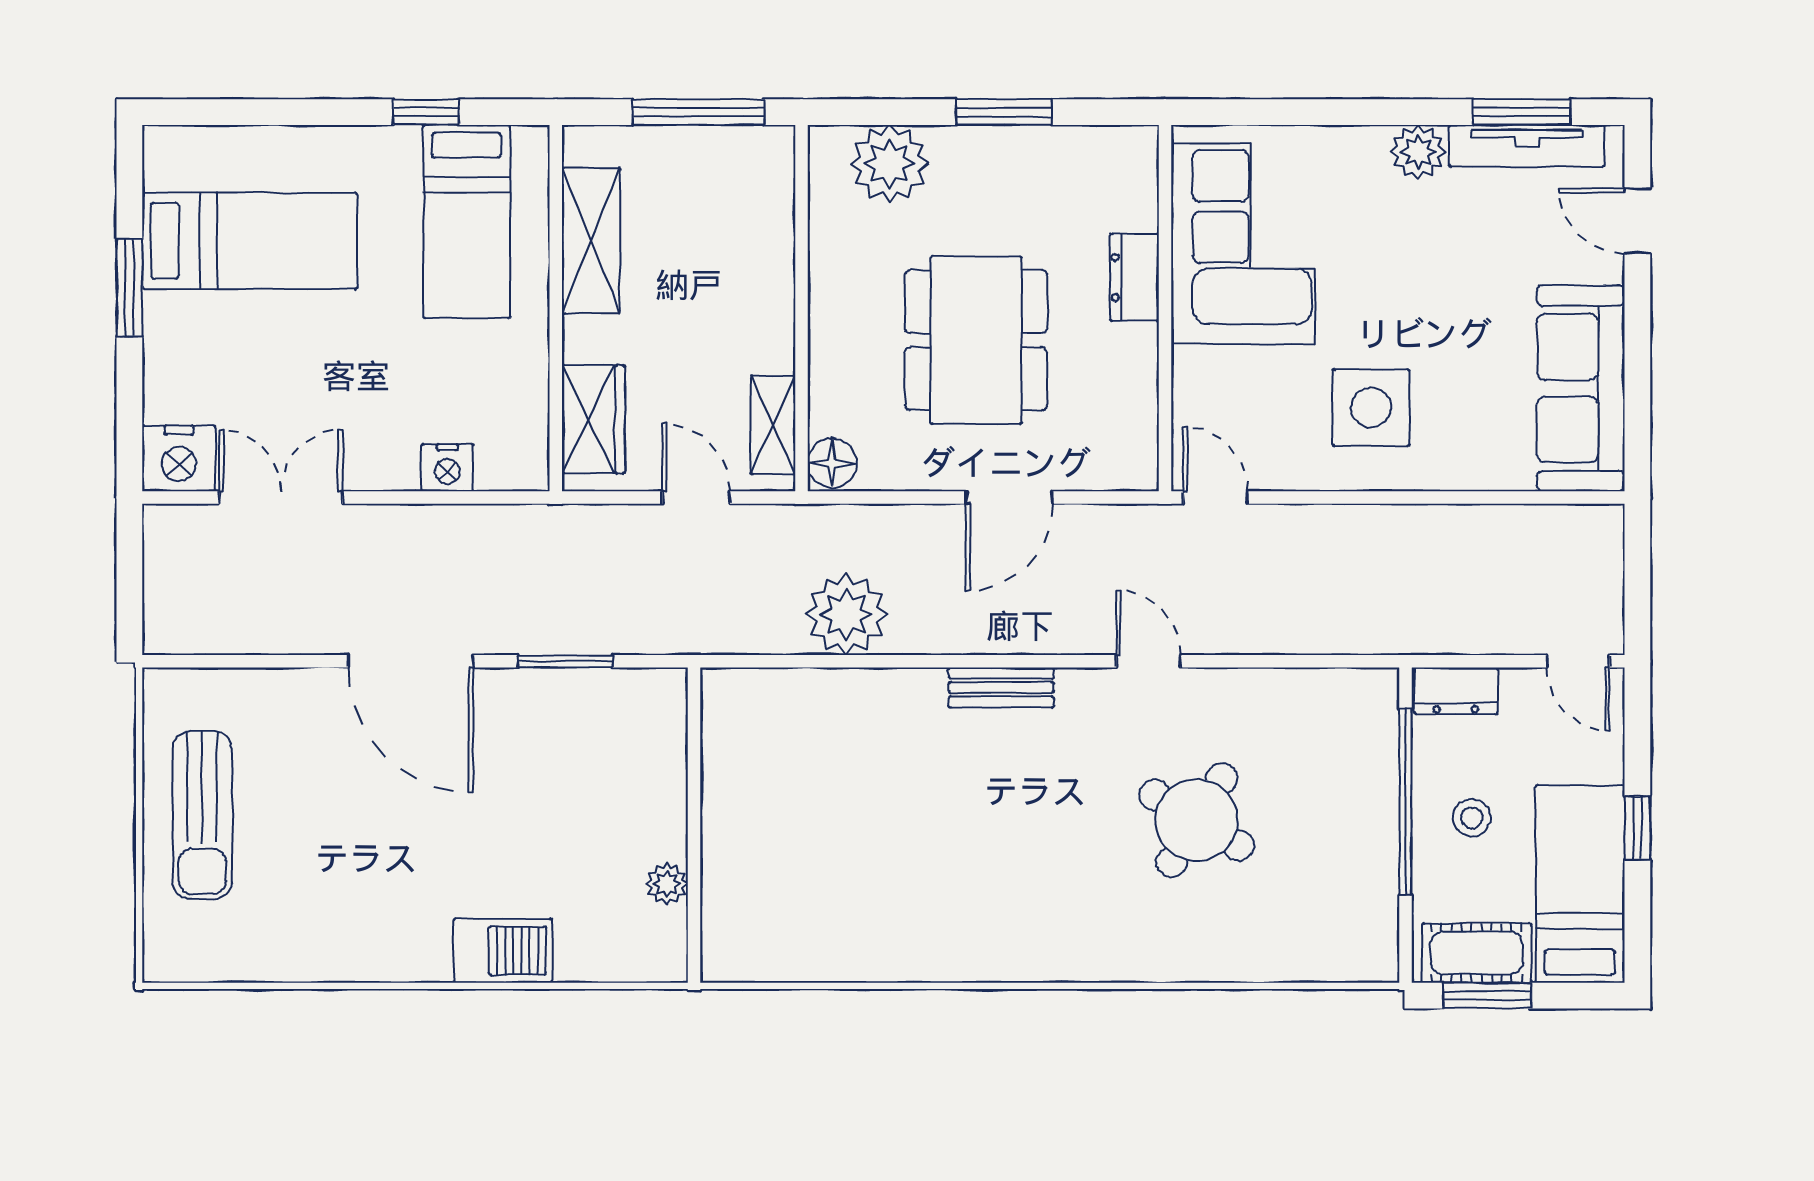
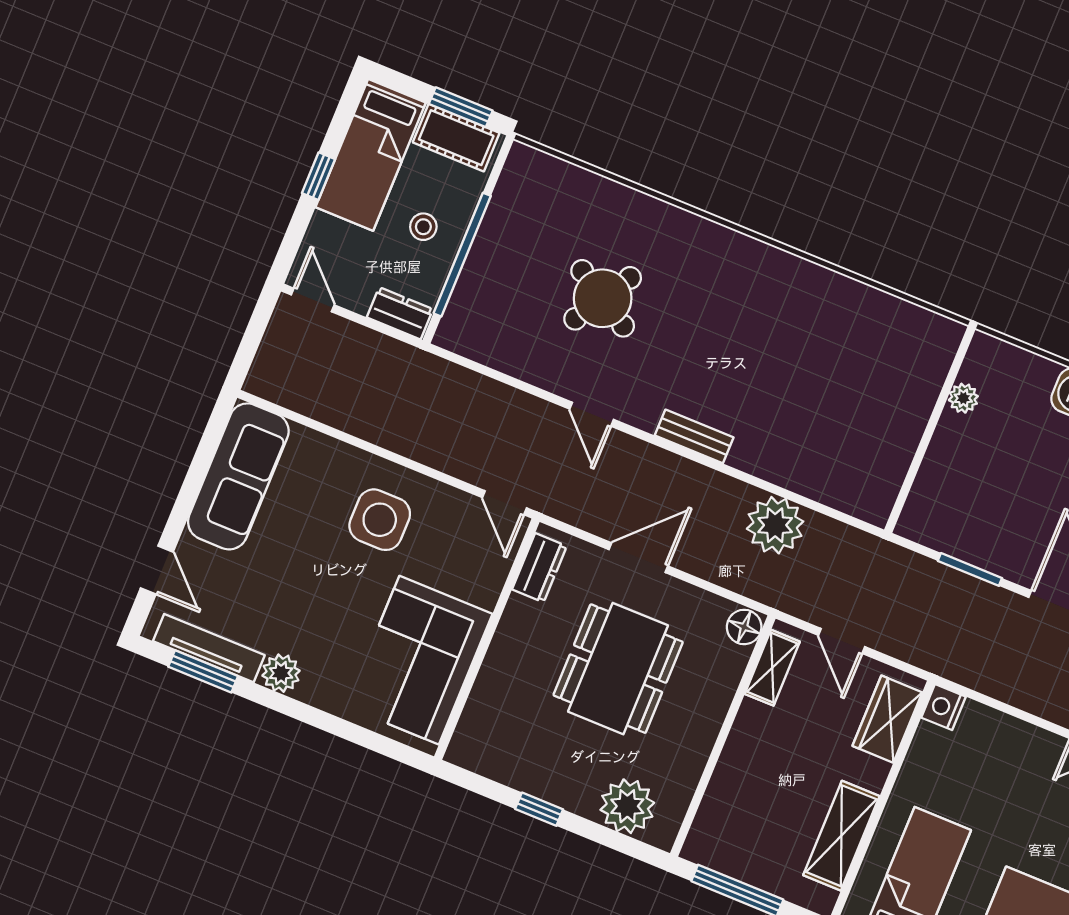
window: (1004, 112) -> (539, 809), width x0.67
dresser: (1134, 277) -> (539, 568), moved
nightstand: (447, 468) -> (944, 707), moved, turned -90

